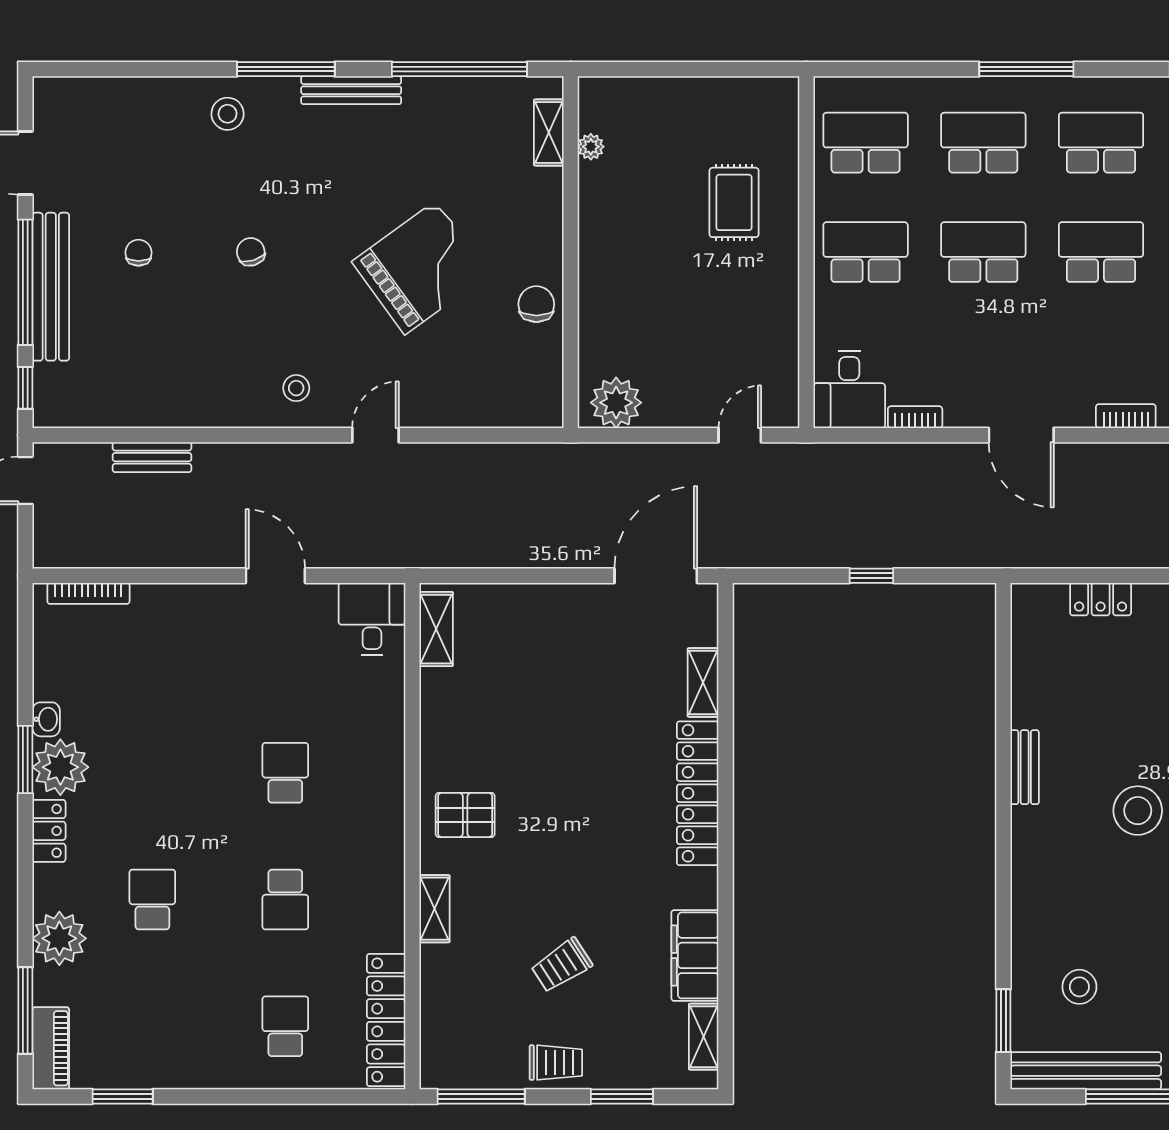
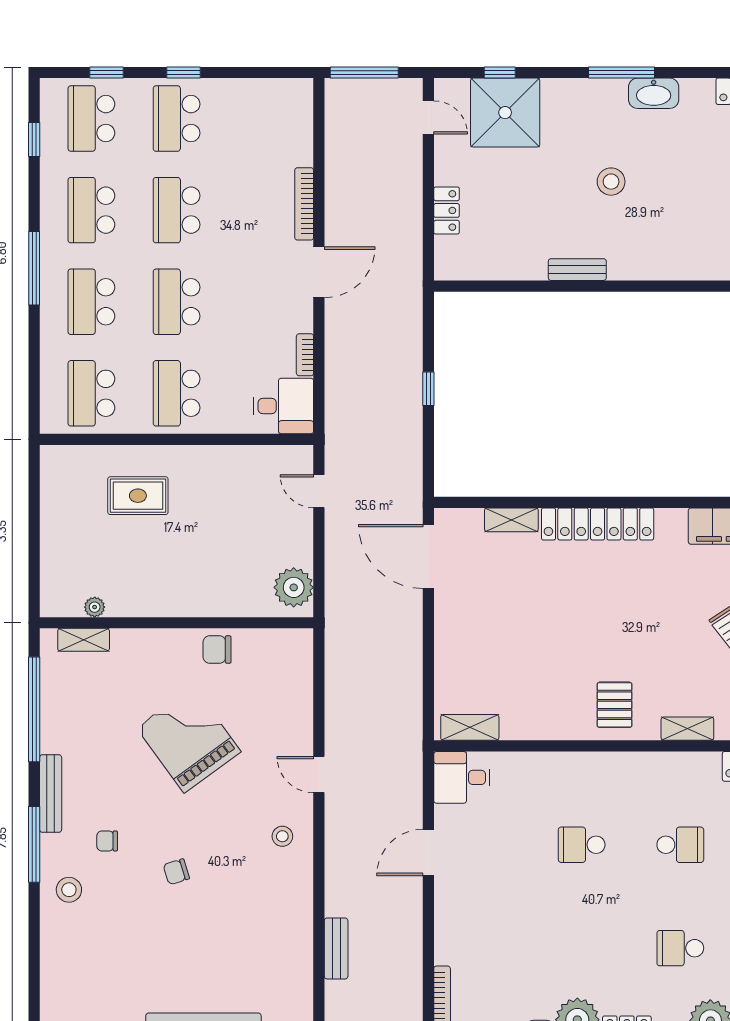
chair: (138, 253) -> (107, 841), moved
bookcase: (1126, 416) -> (304, 204), width x1.56
stool: (1138, 811) -> (611, 182), width x0.73, depth x0.73

